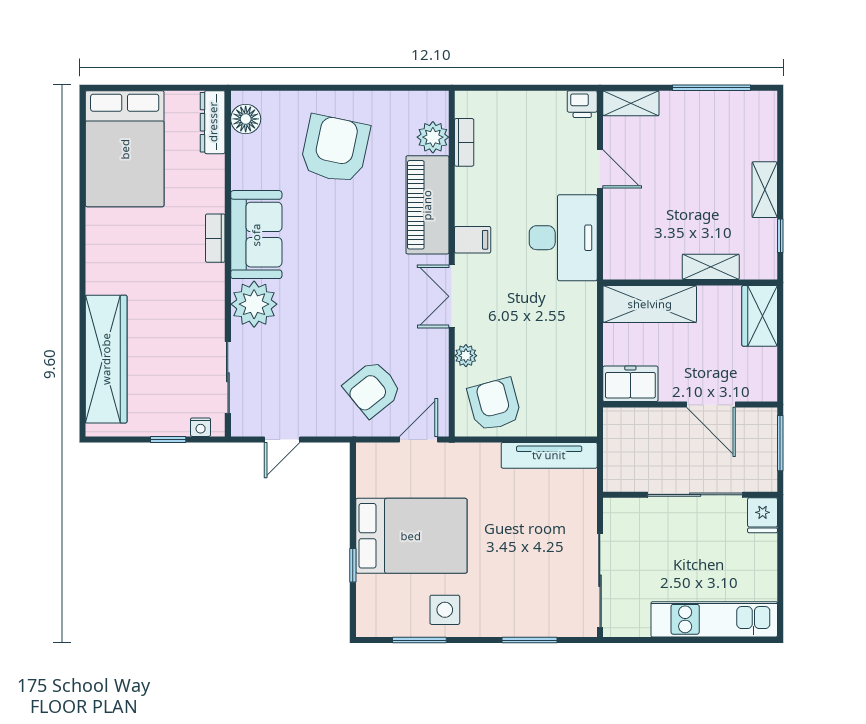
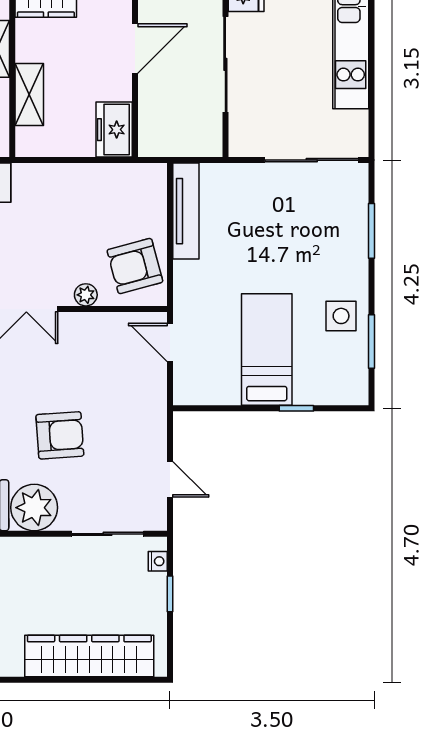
shelving: (650, 304) -> (29, 95), width x0.67, depth x0.75
armchair: (373, 389) -> (60, 435), moved, turned -55
bed: (411, 536) -> (267, 349), width x0.67

